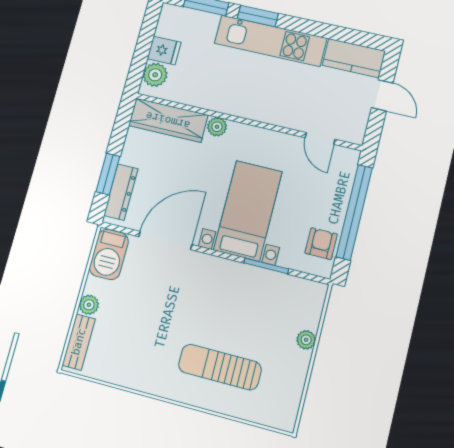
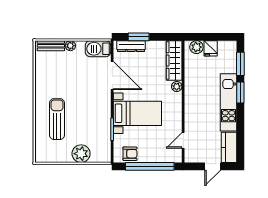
plant: (306, 340) -> (81, 154), width x1.87, depth x1.87

